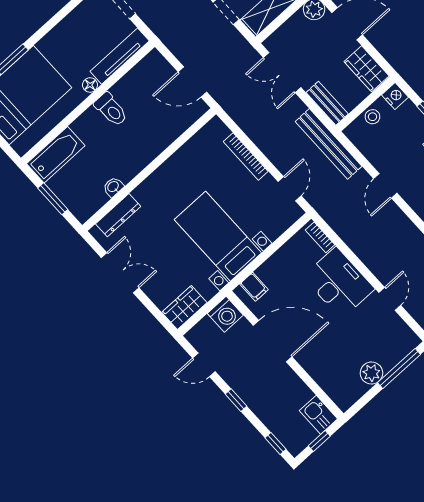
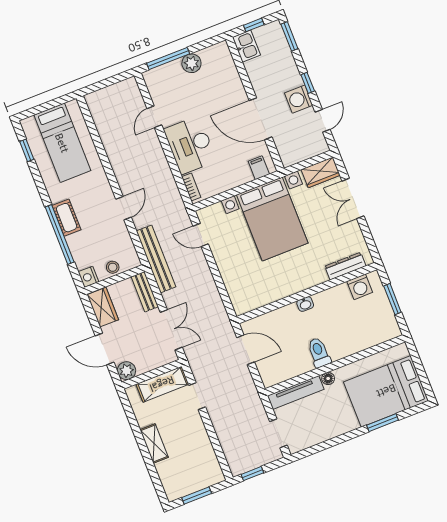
bathtub: (56, 155) -> (377, 333), removed
bookcase: (246, 156) -> (226, 274), removed
washbasin: (113, 187) -> (305, 304), moved
door: (290, 189) -> (201, 235), hinge flipped
washing machine: (94, 199) -> (360, 287), added
bed with nightstands: (218, 236) -> (272, 219), width x1.36
double door: (120, 273) -> (353, 198), moved
washing machine: (225, 314) -> (299, 99), moved, turned -90
door: (204, 365) -> (323, 121), hinge flipped
window: (275, 443) -> (289, 36), width x1.50

